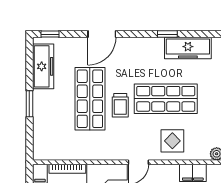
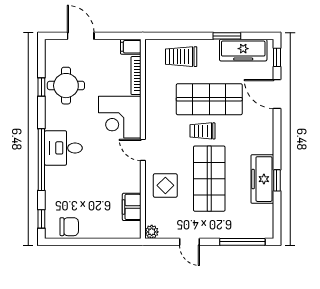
door: (102, 34) -> (277, 94), moved
freezer: (188, 48) -> (262, 179), moved
window: (29, 104) -> (227, 36), moved
trolley: (49, 126) -> (181, 57), added

